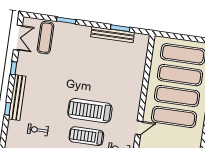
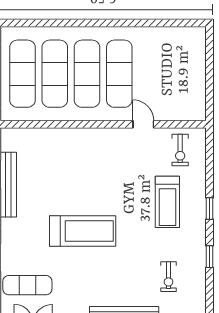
treadmill: (90, 111) -> (83, 231), moved, turned -90

